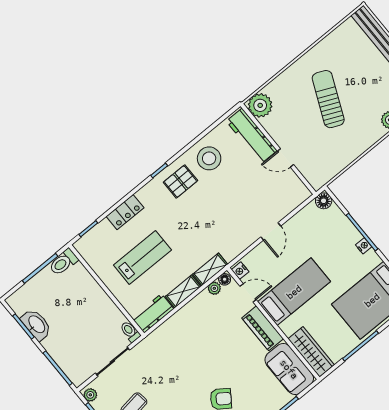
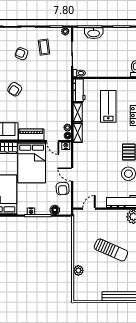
door: (286, 158) -> (89, 209), moved
floor lamp: (324, 201) -> (55, 210), moved
armchair: (300, 229) -> (63, 189), added
lab bench: (142, 258) -> (108, 106), turned 180
bed: (294, 292) -> (32, 163), width x1.50
door: (248, 293) -> (53, 141), hinge flipped
washbasin: (36, 325) -> (94, 33), moved

